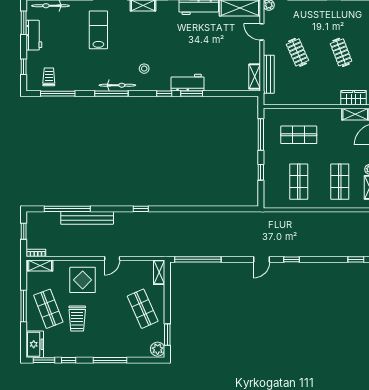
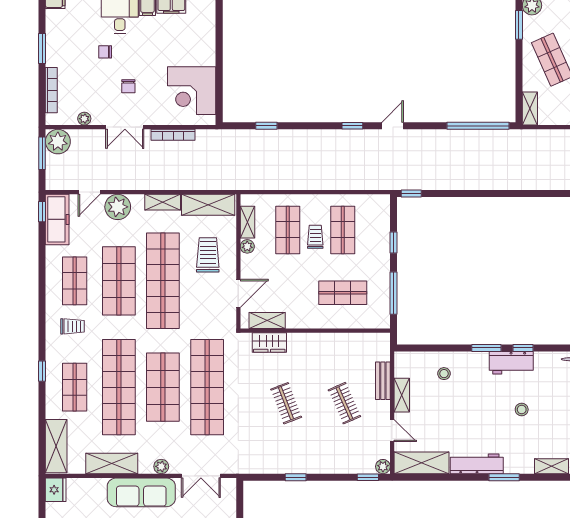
stool: (144, 69) -> (522, 409), moved
stool: (223, 74) -> (444, 374), added
bench: (269, 74) -> (383, 381), width x0.73
shelving: (255, 77) -> (402, 395), moved
workbench: (188, 83) -> (511, 363), moved
trolley: (319, 177) -> (315, 237), added
window: (141, 209) -> (411, 193), moved

